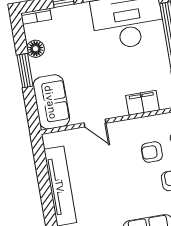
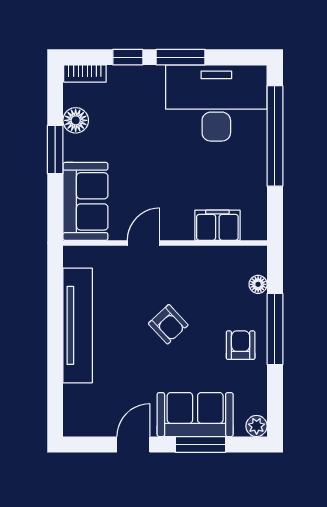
door: (95, 123) -> (144, 243), swing flipped
armchair: (152, 152) -> (168, 324), moved, turned -133

